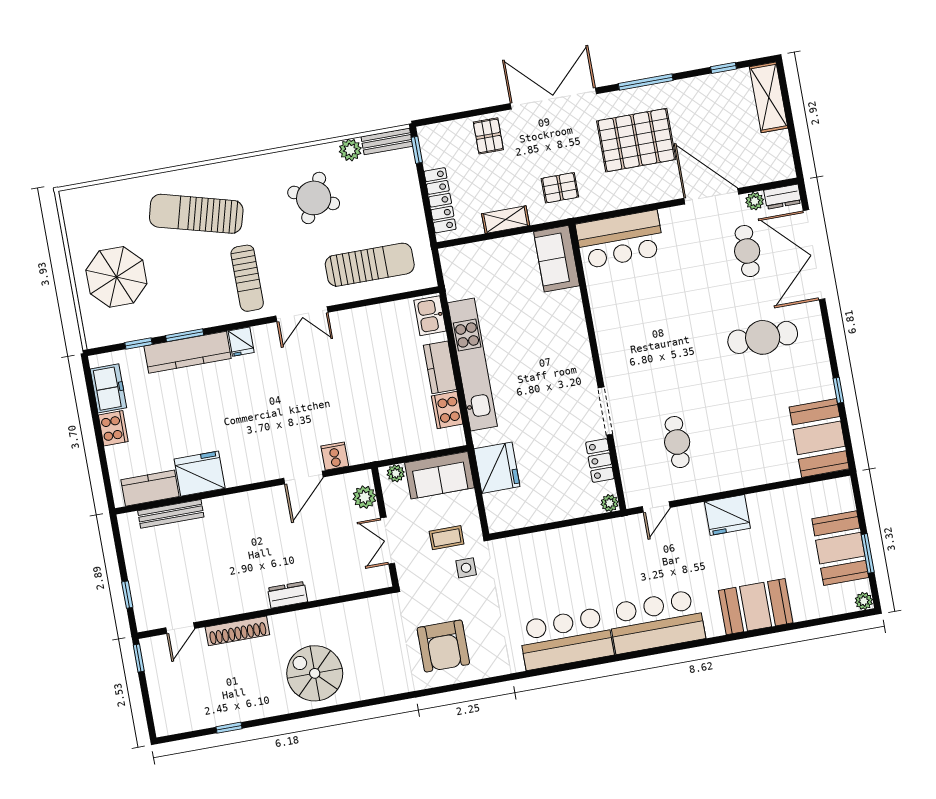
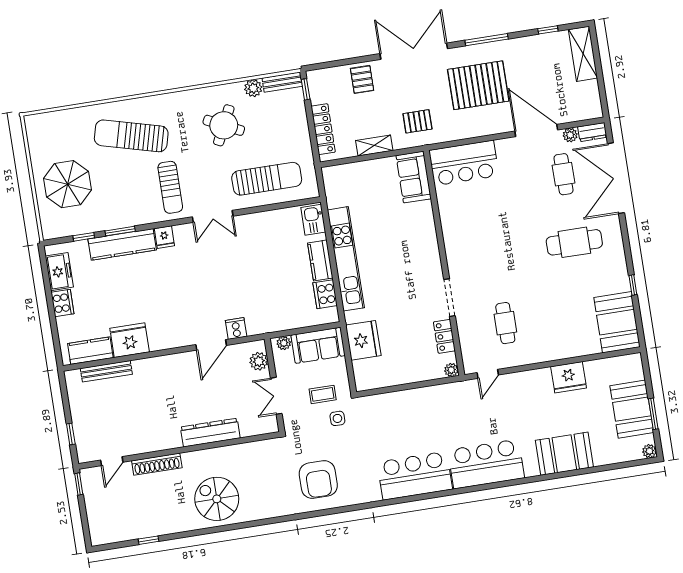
fridge: (727, 515) -> (569, 377), moved
dresser: (288, 595) -> (210, 433), width x1.96, depth x1.24

